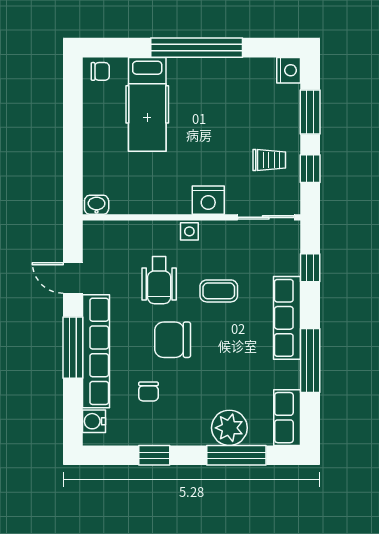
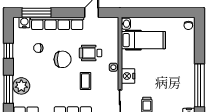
window: (197, 48) -> (199, 85), moved
hospital bed: (147, 104) -> (143, 40), moved, turned 180
chair: (173, 340) -> (63, 59), turned 90
window: (73, 348) -> (36, 13), moved

